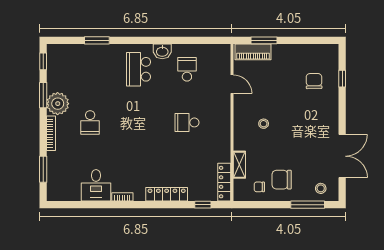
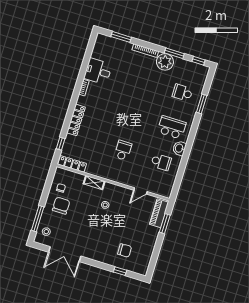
school desk: (90, 122) -> (182, 93), moved
shelving: (239, 165) -> (94, 183), moved

